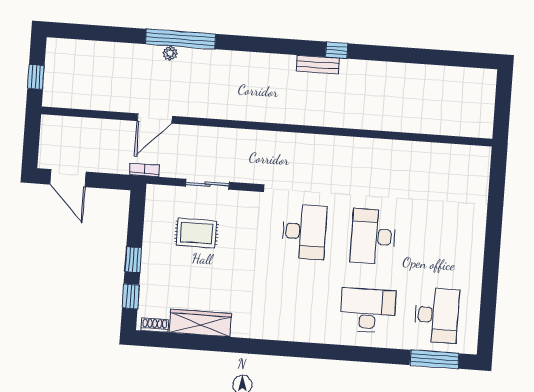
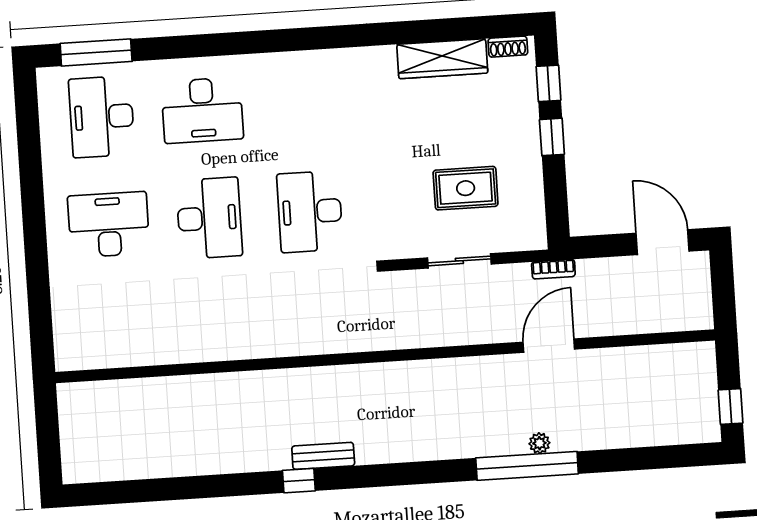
window: (36, 77) -> (731, 407), moved
desk: (442, 241) -> (109, 225), added

